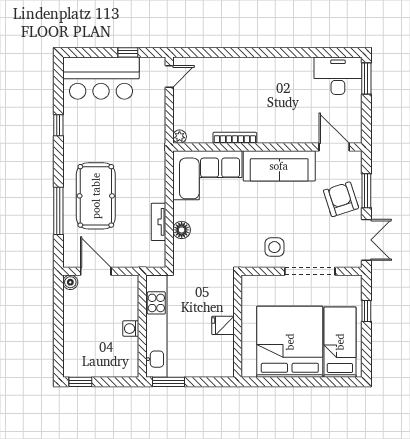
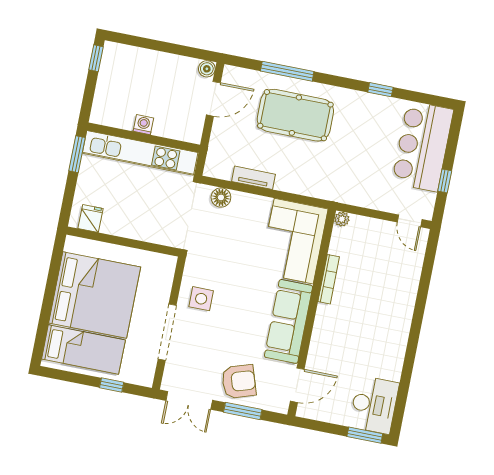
floor lamp: (182, 230) -> (221, 197), moved
fridge: (223, 325) -> (91, 218), moved

